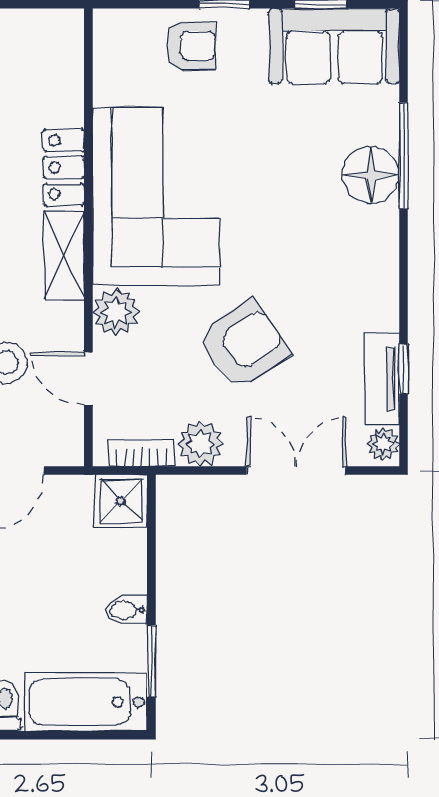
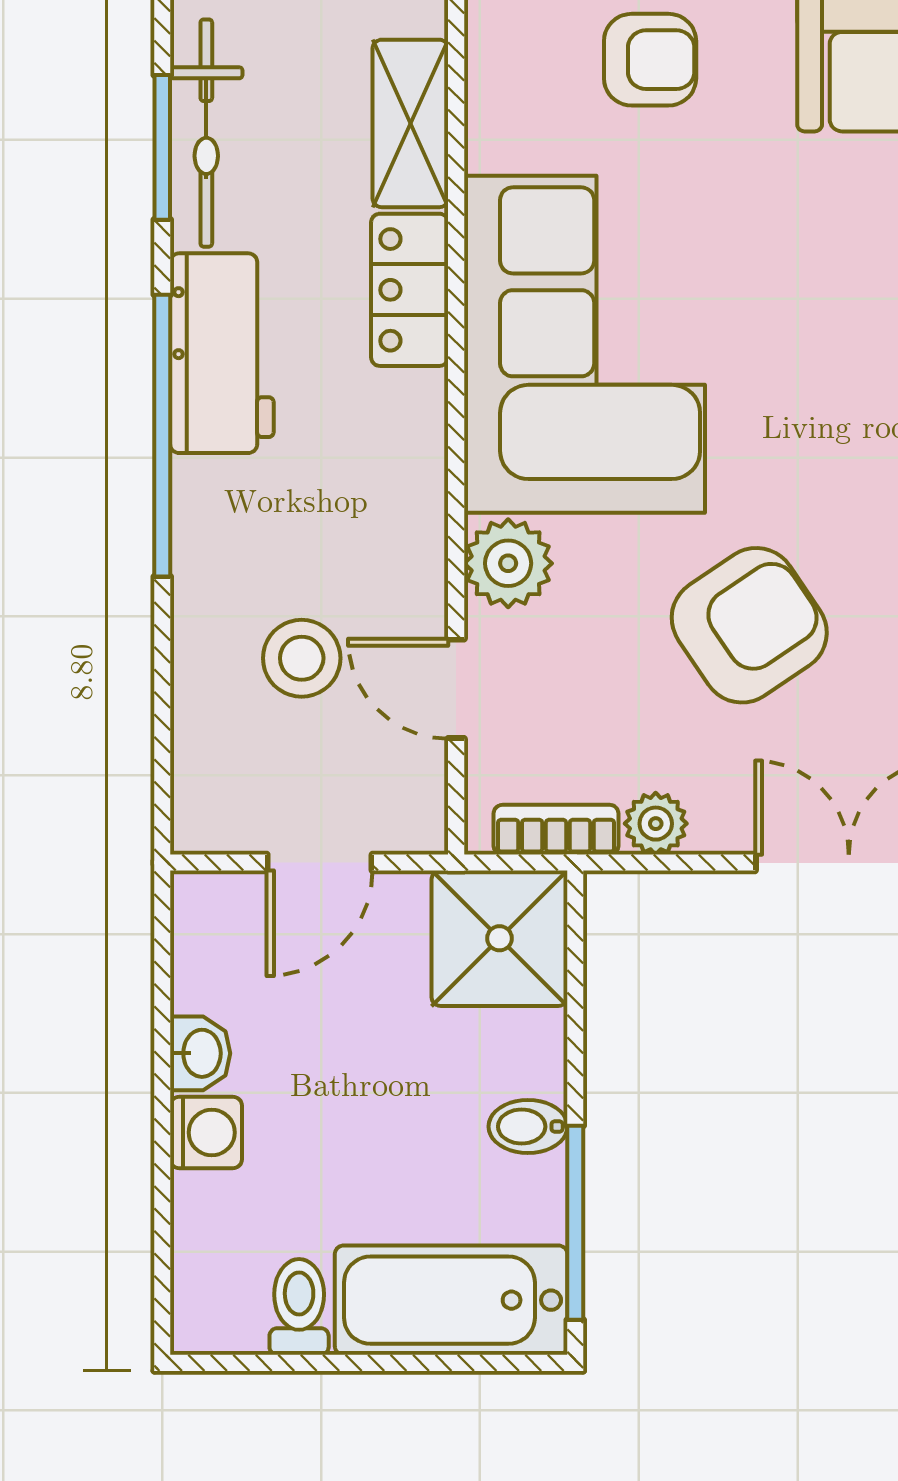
shelving: (64, 256) -> (410, 123), moved
plant: (200, 444) -> (656, 824), width x0.73, depth x0.73
shower: (121, 501) -> (499, 938), width x1.36, depth x1.36
window: (151, 661) -> (575, 1223), width x1.44

